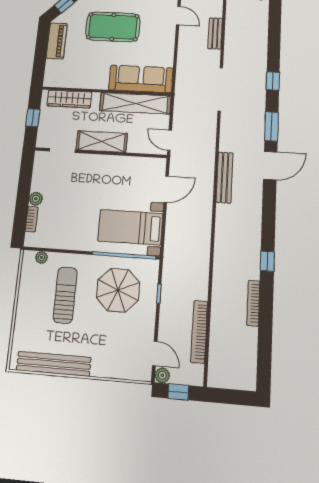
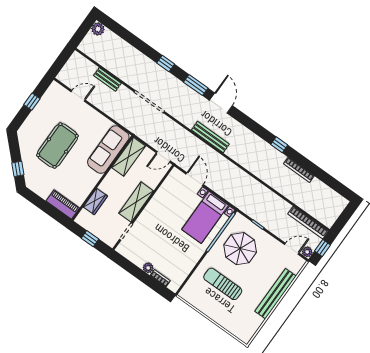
piano: (57, 41) -> (63, 204), moved
wardrobe: (69, 99) -> (95, 202), width x0.67
shelving: (135, 103) -> (128, 157), width x0.68
plant: (41, 257) -> (189, 286), removed
bookcase: (199, 332) -> (308, 223), moved
bench: (54, 364) -> (276, 294), moved

